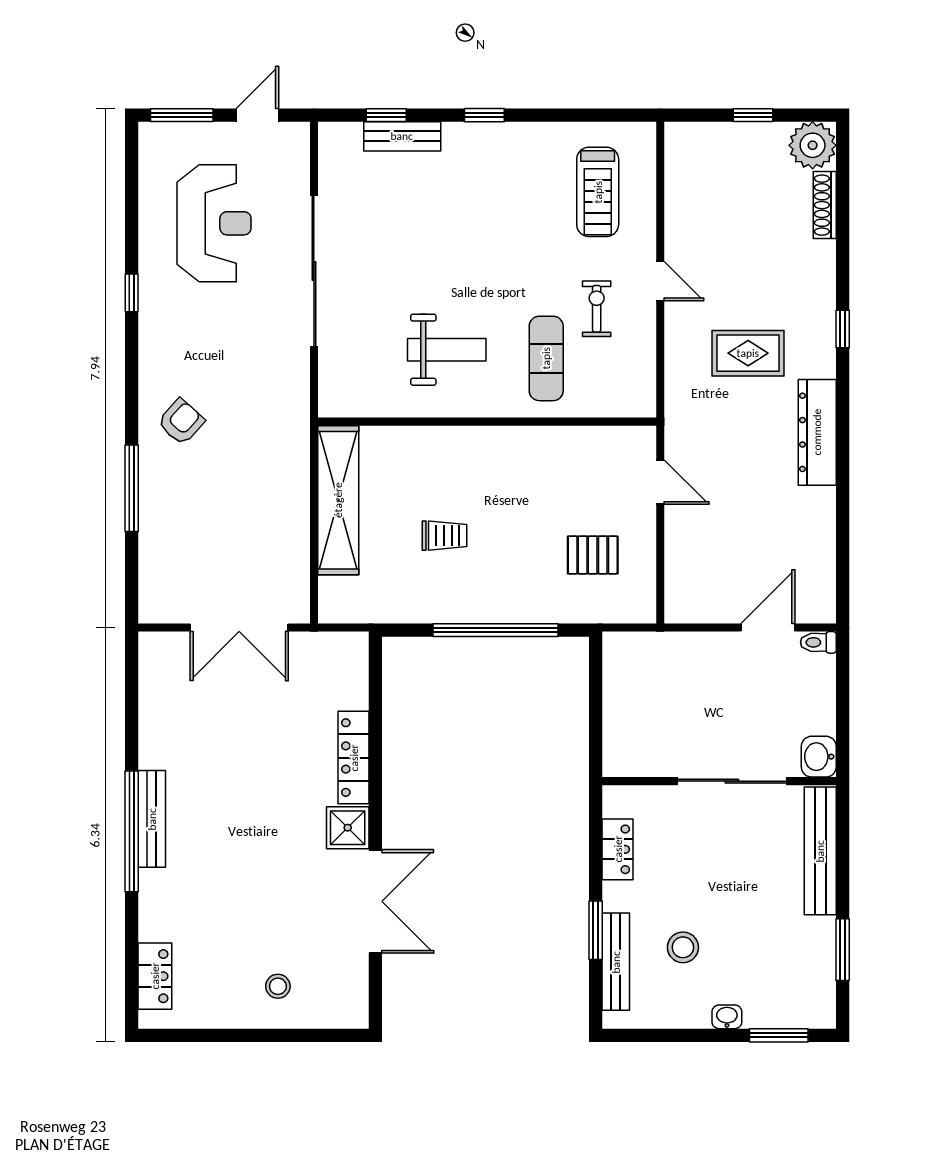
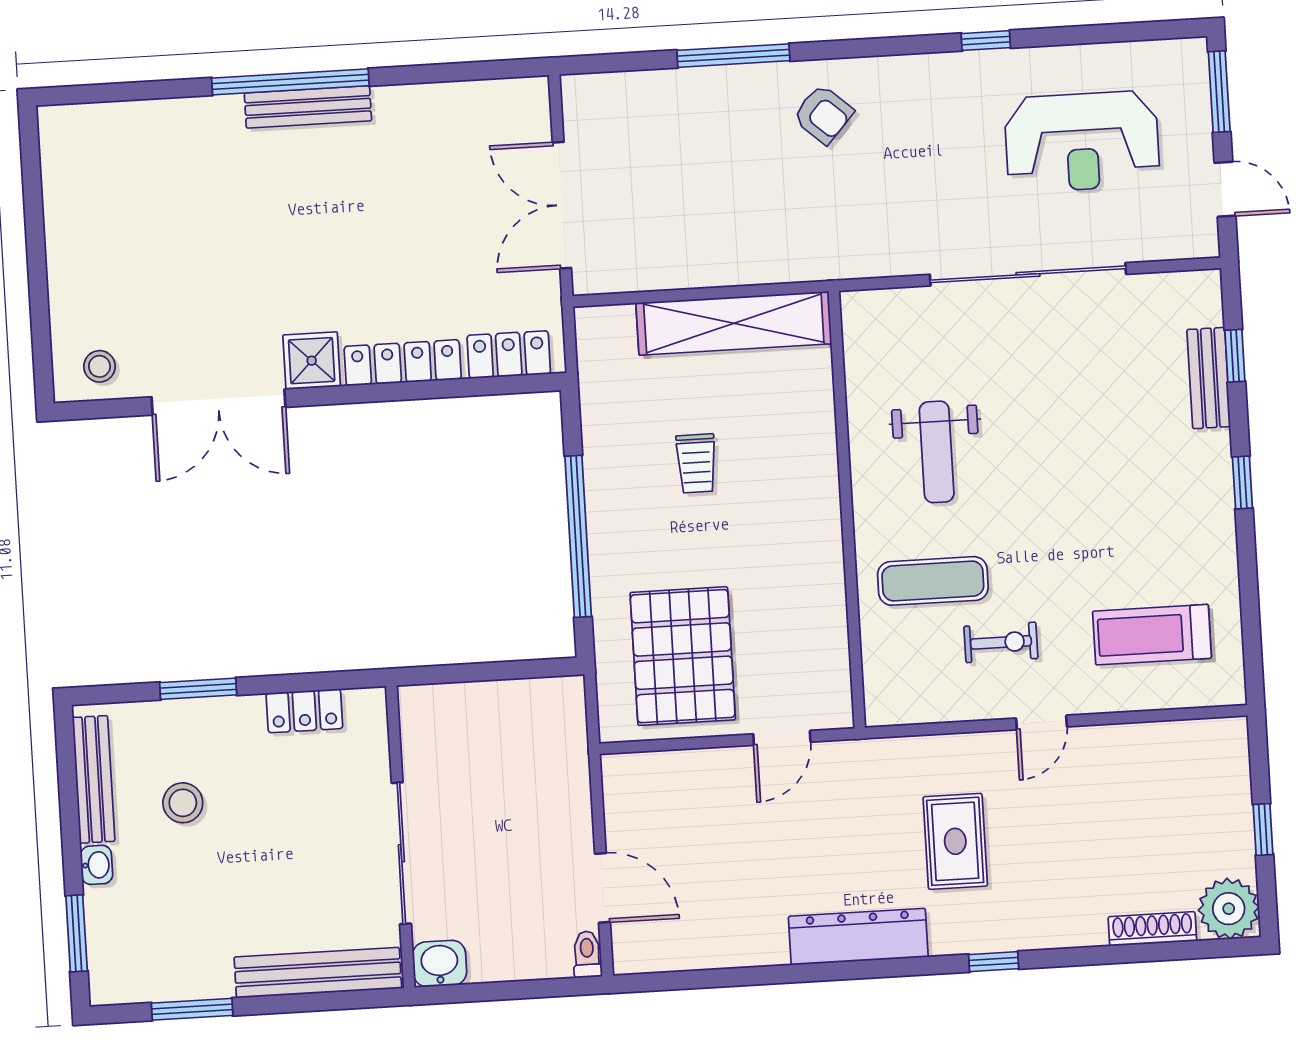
pallet: (593, 555) -> (683, 656), width x2.05, depth x2.00
bench: (616, 962) -> (94, 779), moved, turned 90
locker: (155, 976) -> (509, 355), moved, turned 180
stool: (278, 986) -> (99, 366), moved

